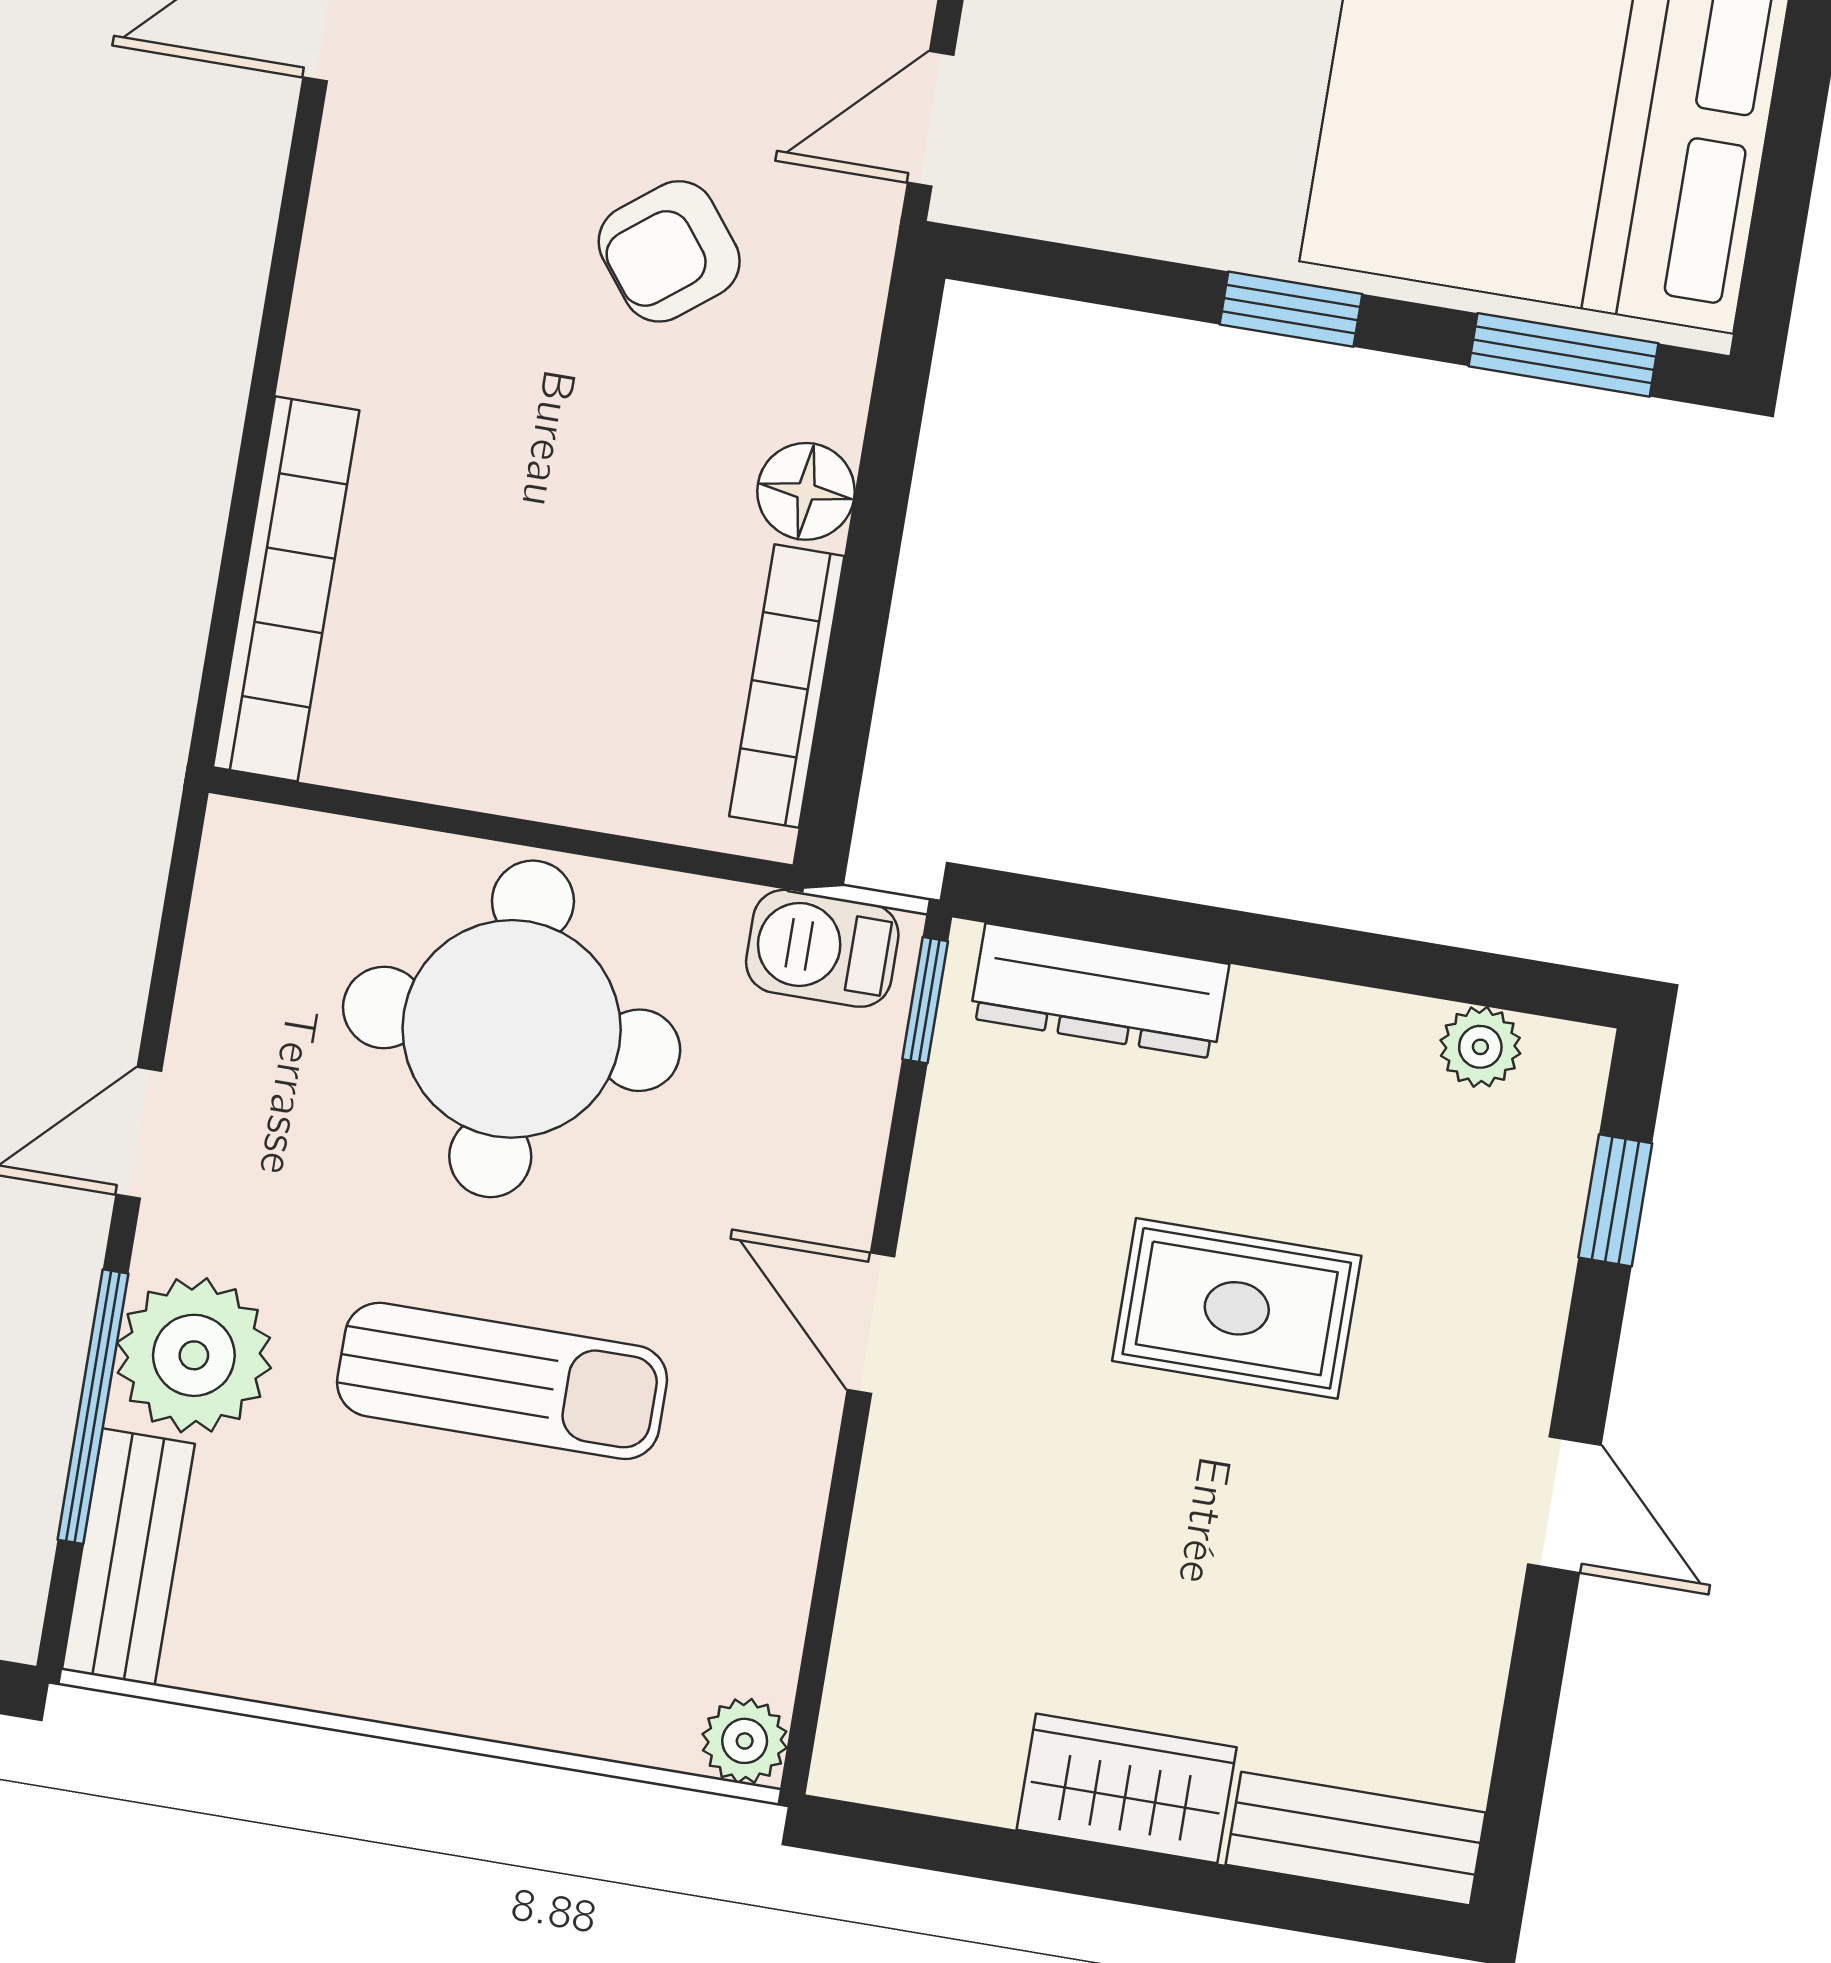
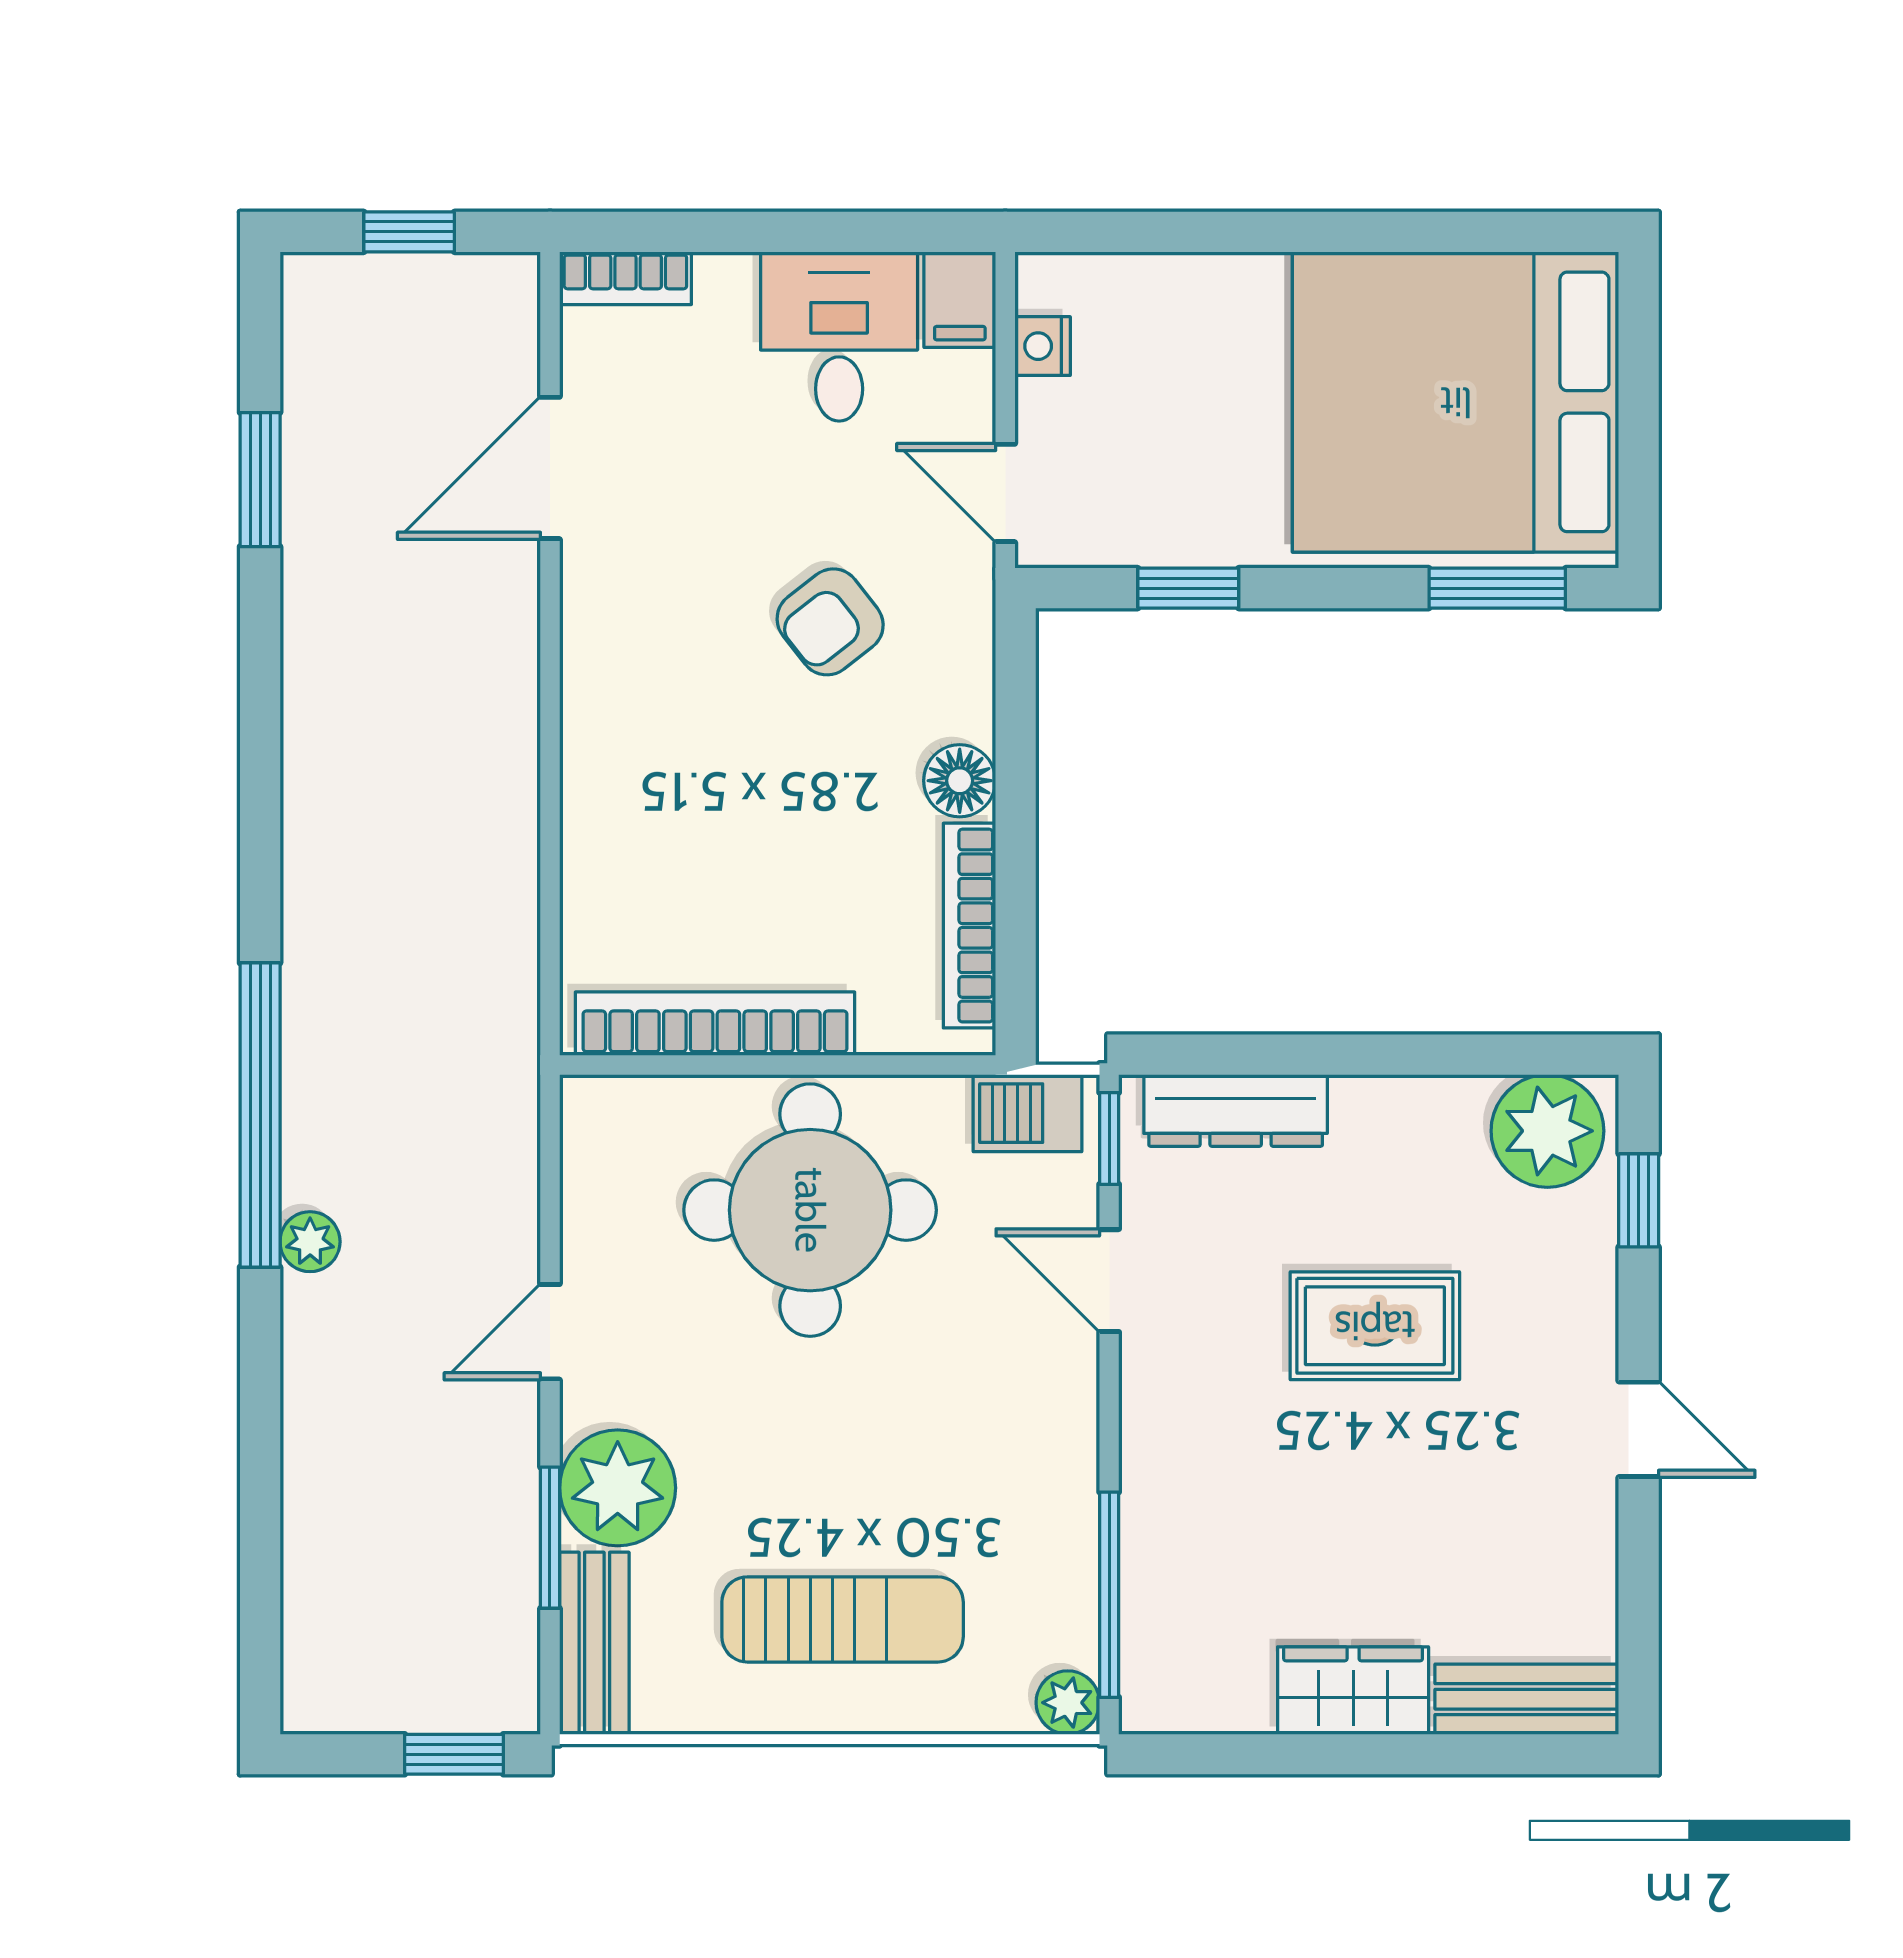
door: (931, 119) -> (1005, 493), hinge flipped
window: (1291, 309) -> (1188, 588), moved
bookcase: (286, 589) -> (715, 1024), moved, turned -90
plant: (1480, 1047) -> (1547, 1131), width x1.87, depth x1.87
door: (871, 1323) -> (1109, 1281), moved
sun lounger: (502, 1381) -> (843, 1619), moved
window: (93, 1407) -> (550, 1538), width x0.69
window: (824, 1607) -> (1109, 1595), added

